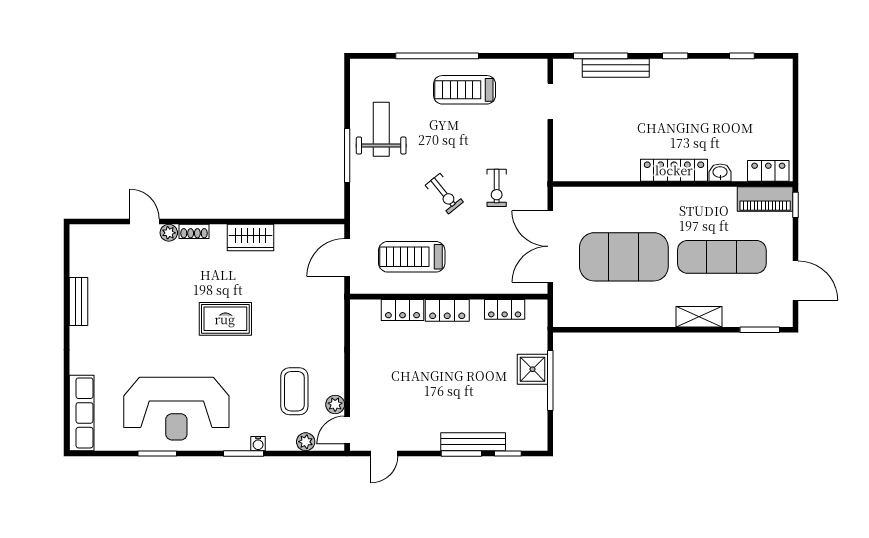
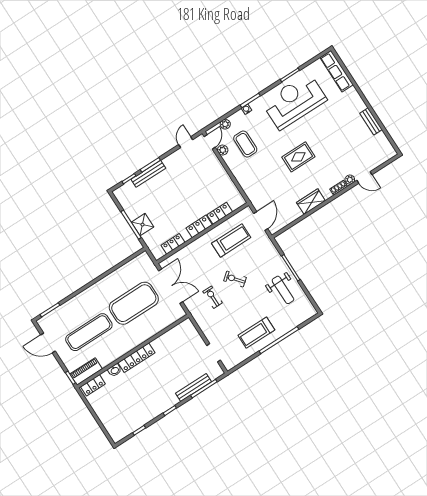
treadmill: (465, 90) -> (256, 333), turned 180
shelving: (699, 317) -> (82, 298), removed

